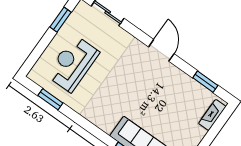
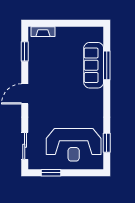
reception desk: (73, 64) -> (74, 145), width x1.36, depth x1.30

